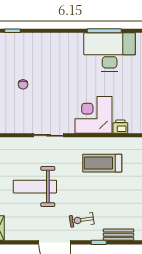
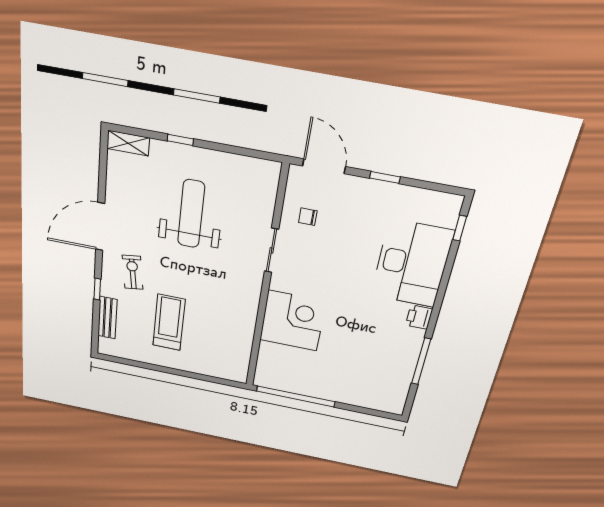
desk: (110, 52) -> (412, 264), moved
chair: (23, 84) -> (308, 217), moved
printer: (120, 127) -> (419, 317), moved, turned 180
treadmill: (102, 163) -> (169, 322), moved

